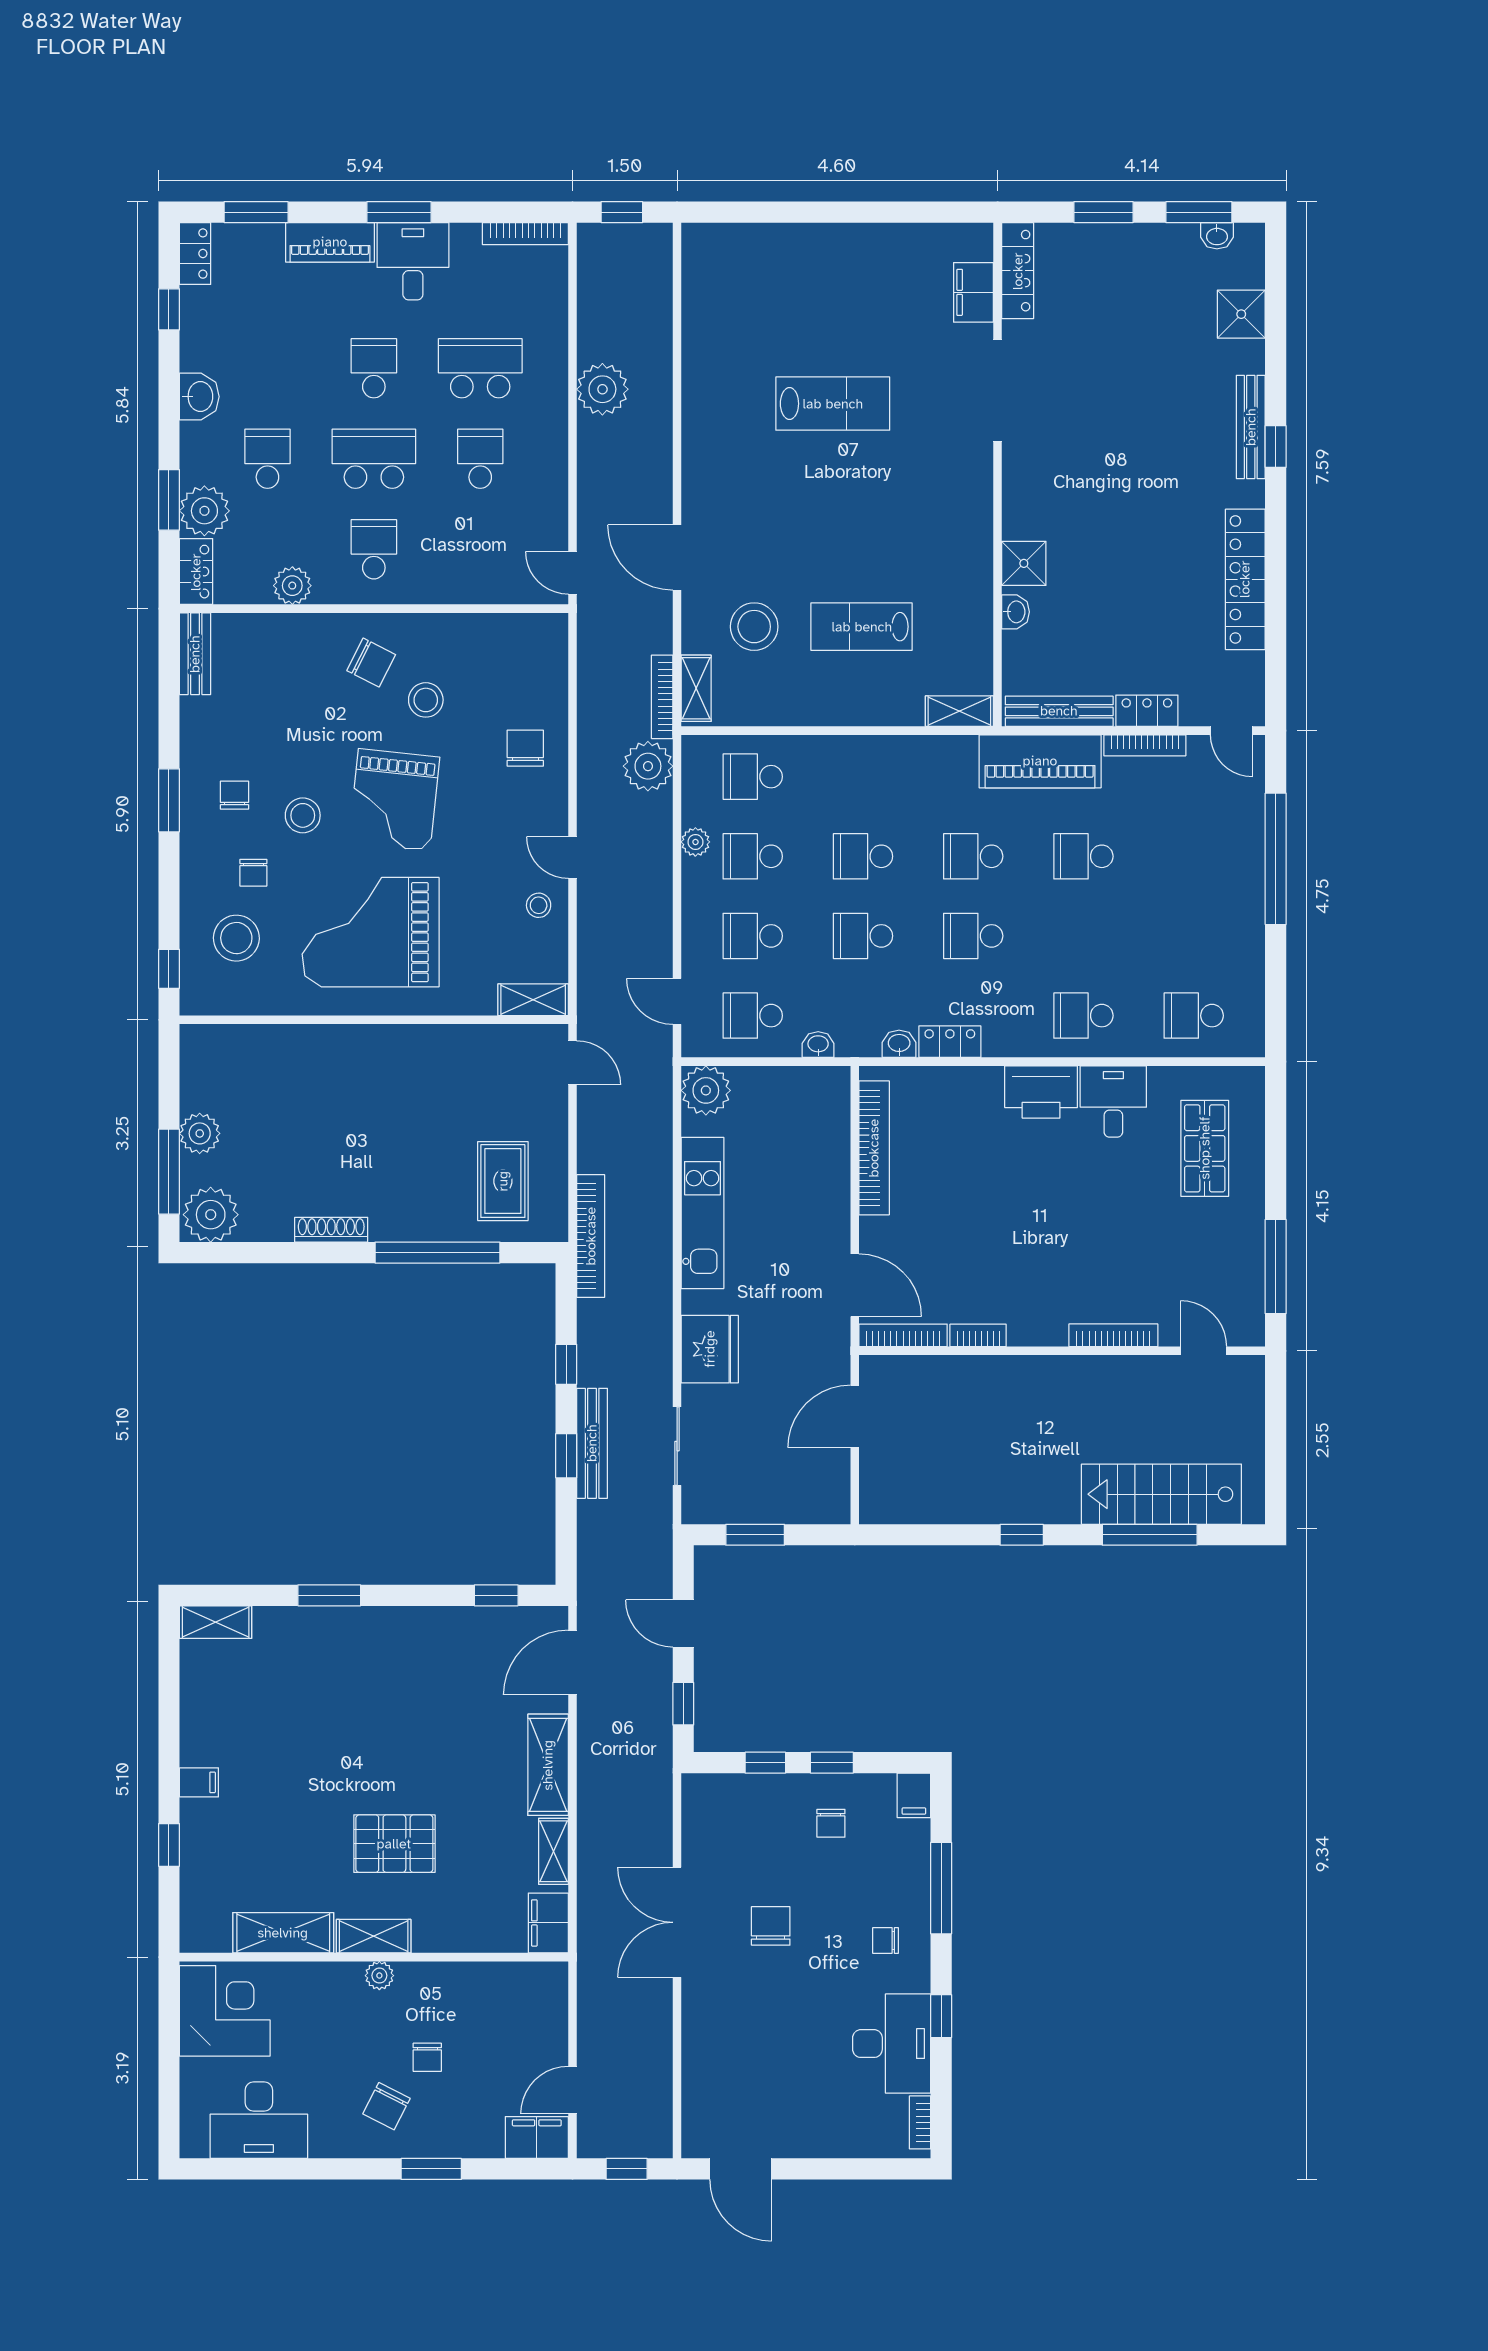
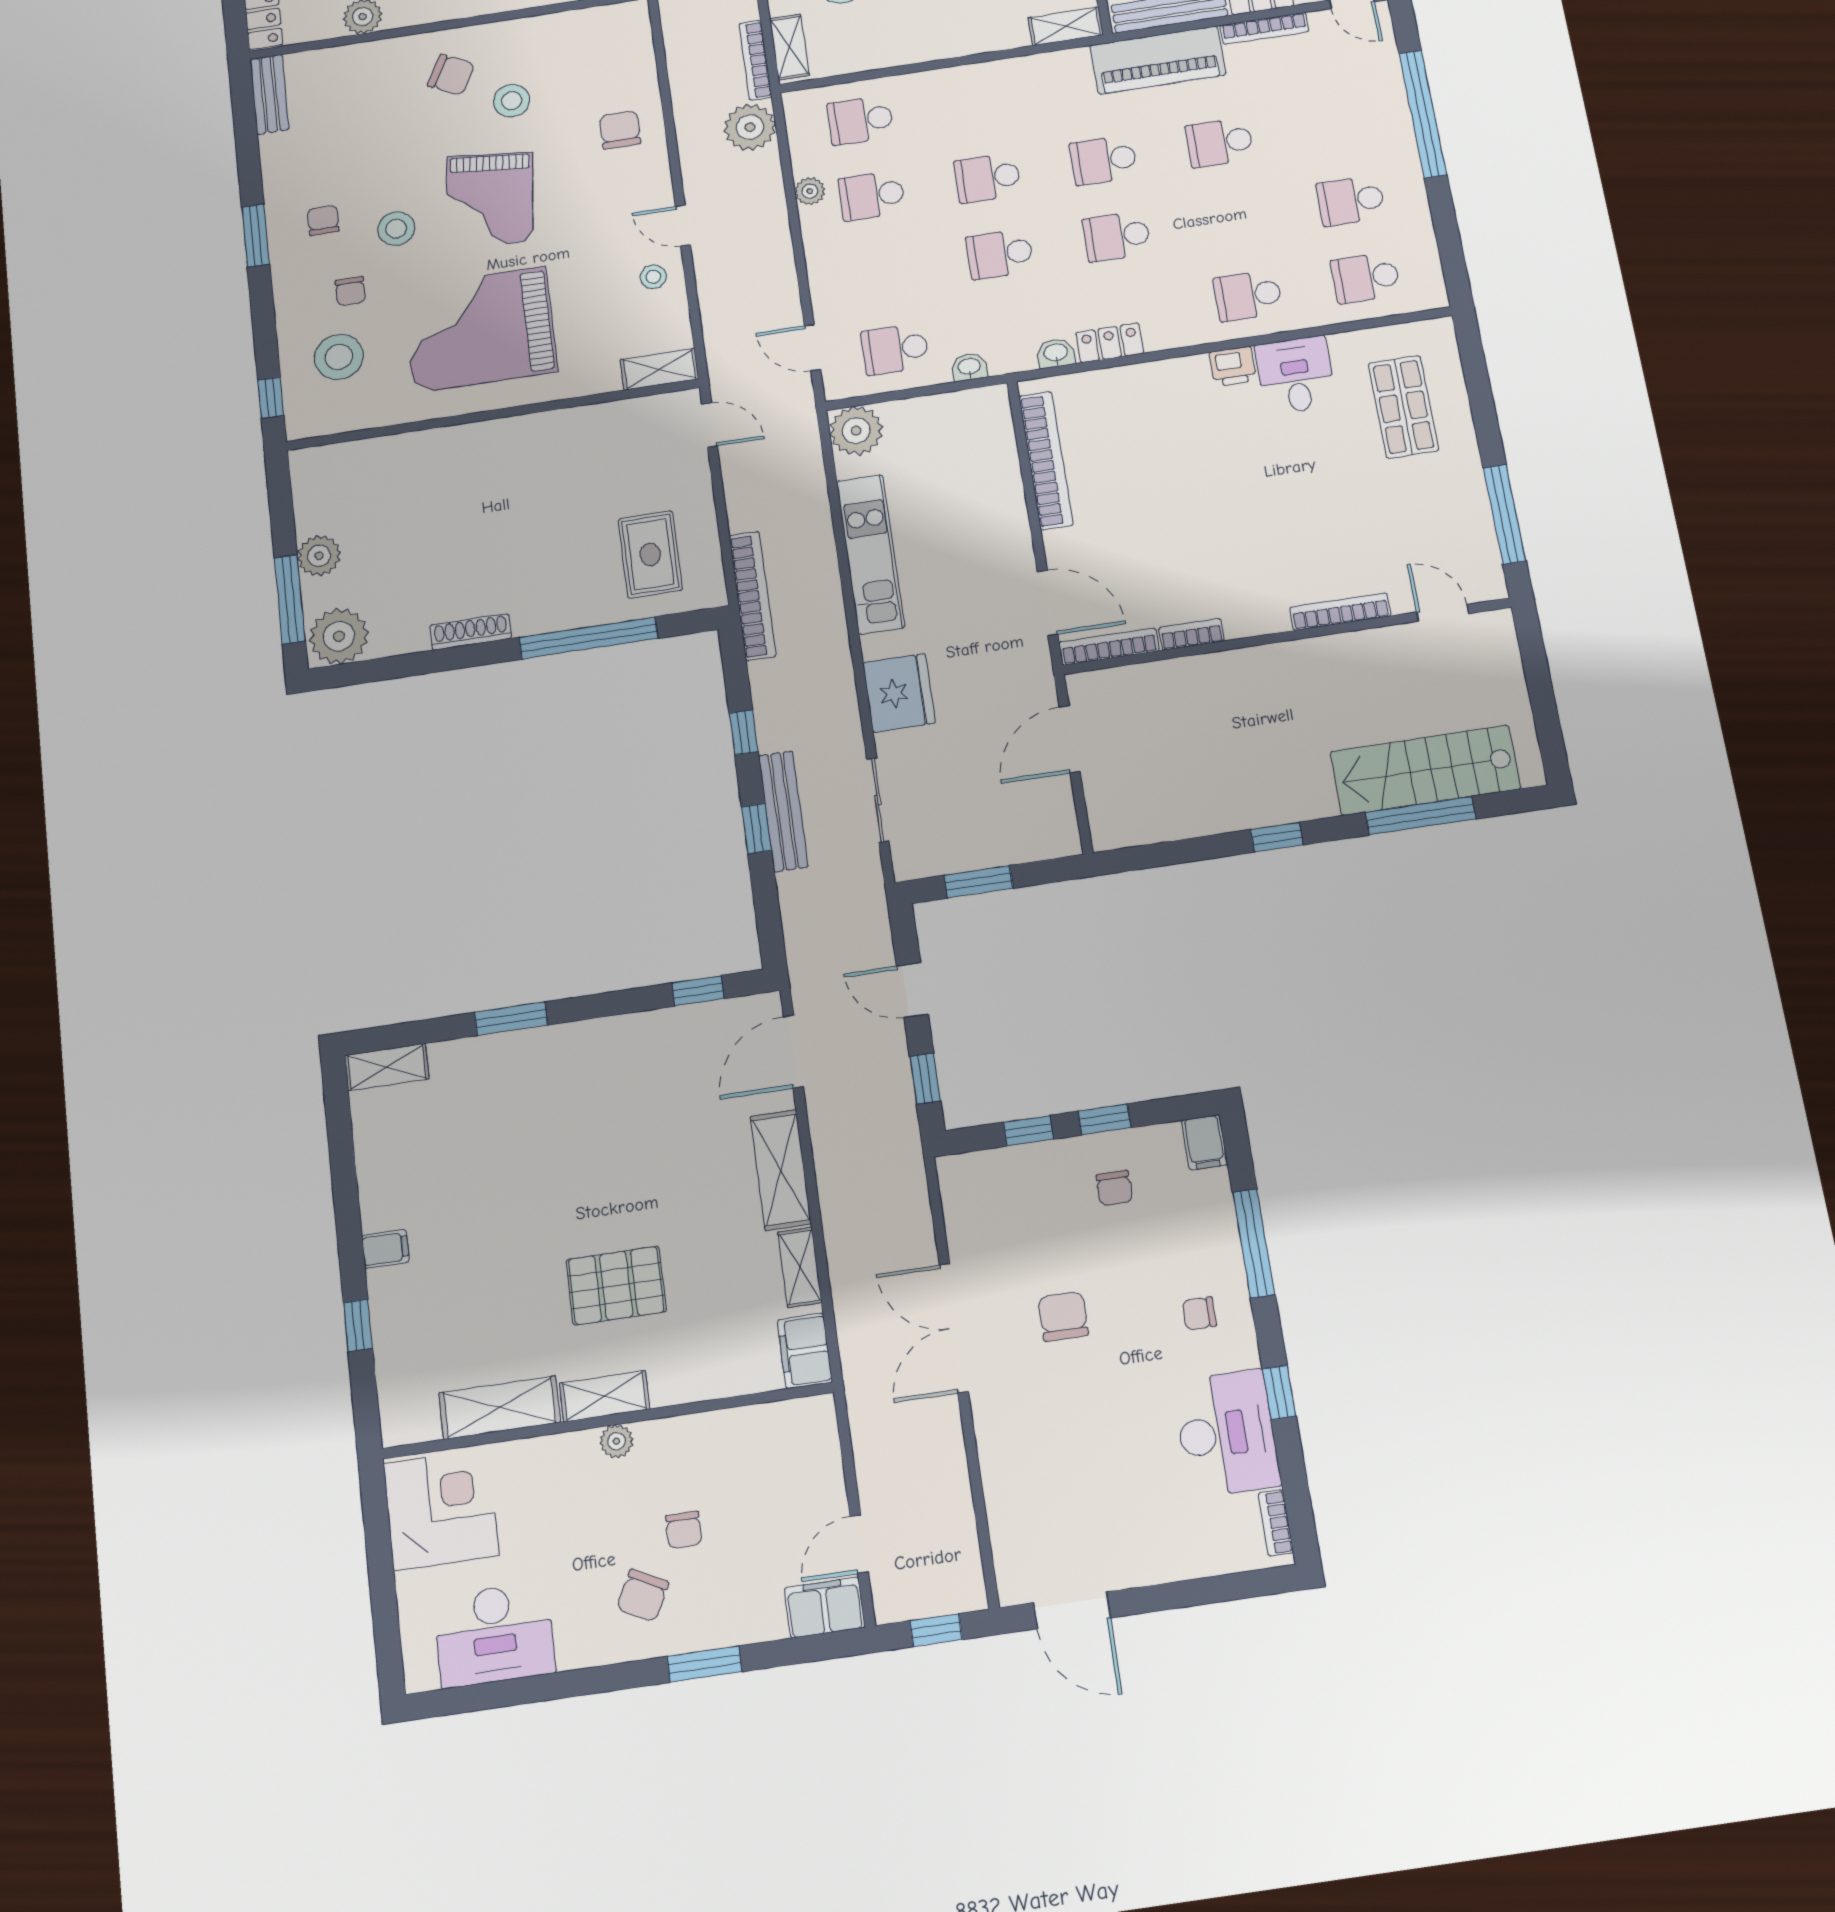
school desk: (753, 936) -> (1351, 201), moved
printer: (1041, 1092) -> (1233, 366), width x0.53, depth x0.68

